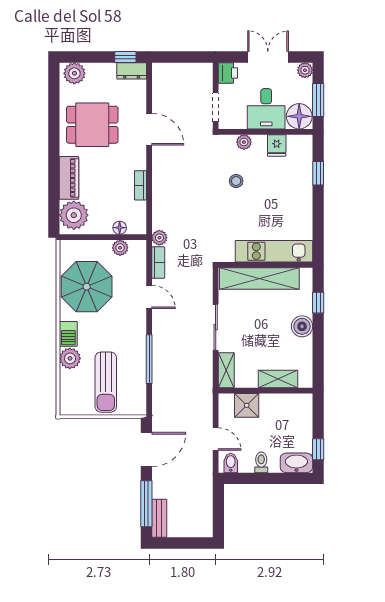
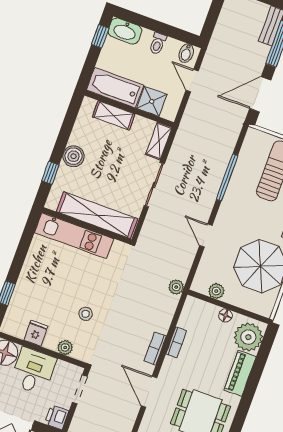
floor lamp: (120, 228) -> (225, 316), moved
bookcase: (158, 263) -> (155, 349), moved
bathtub: (286, 406) -> (115, 88), added

